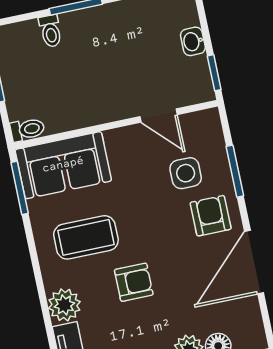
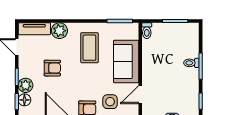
toilet: (50, 31) -> (191, 63), moved
sofa: (63, 165) -> (126, 61), moved
armchair: (134, 282) -> (52, 68), moved, turned -90

